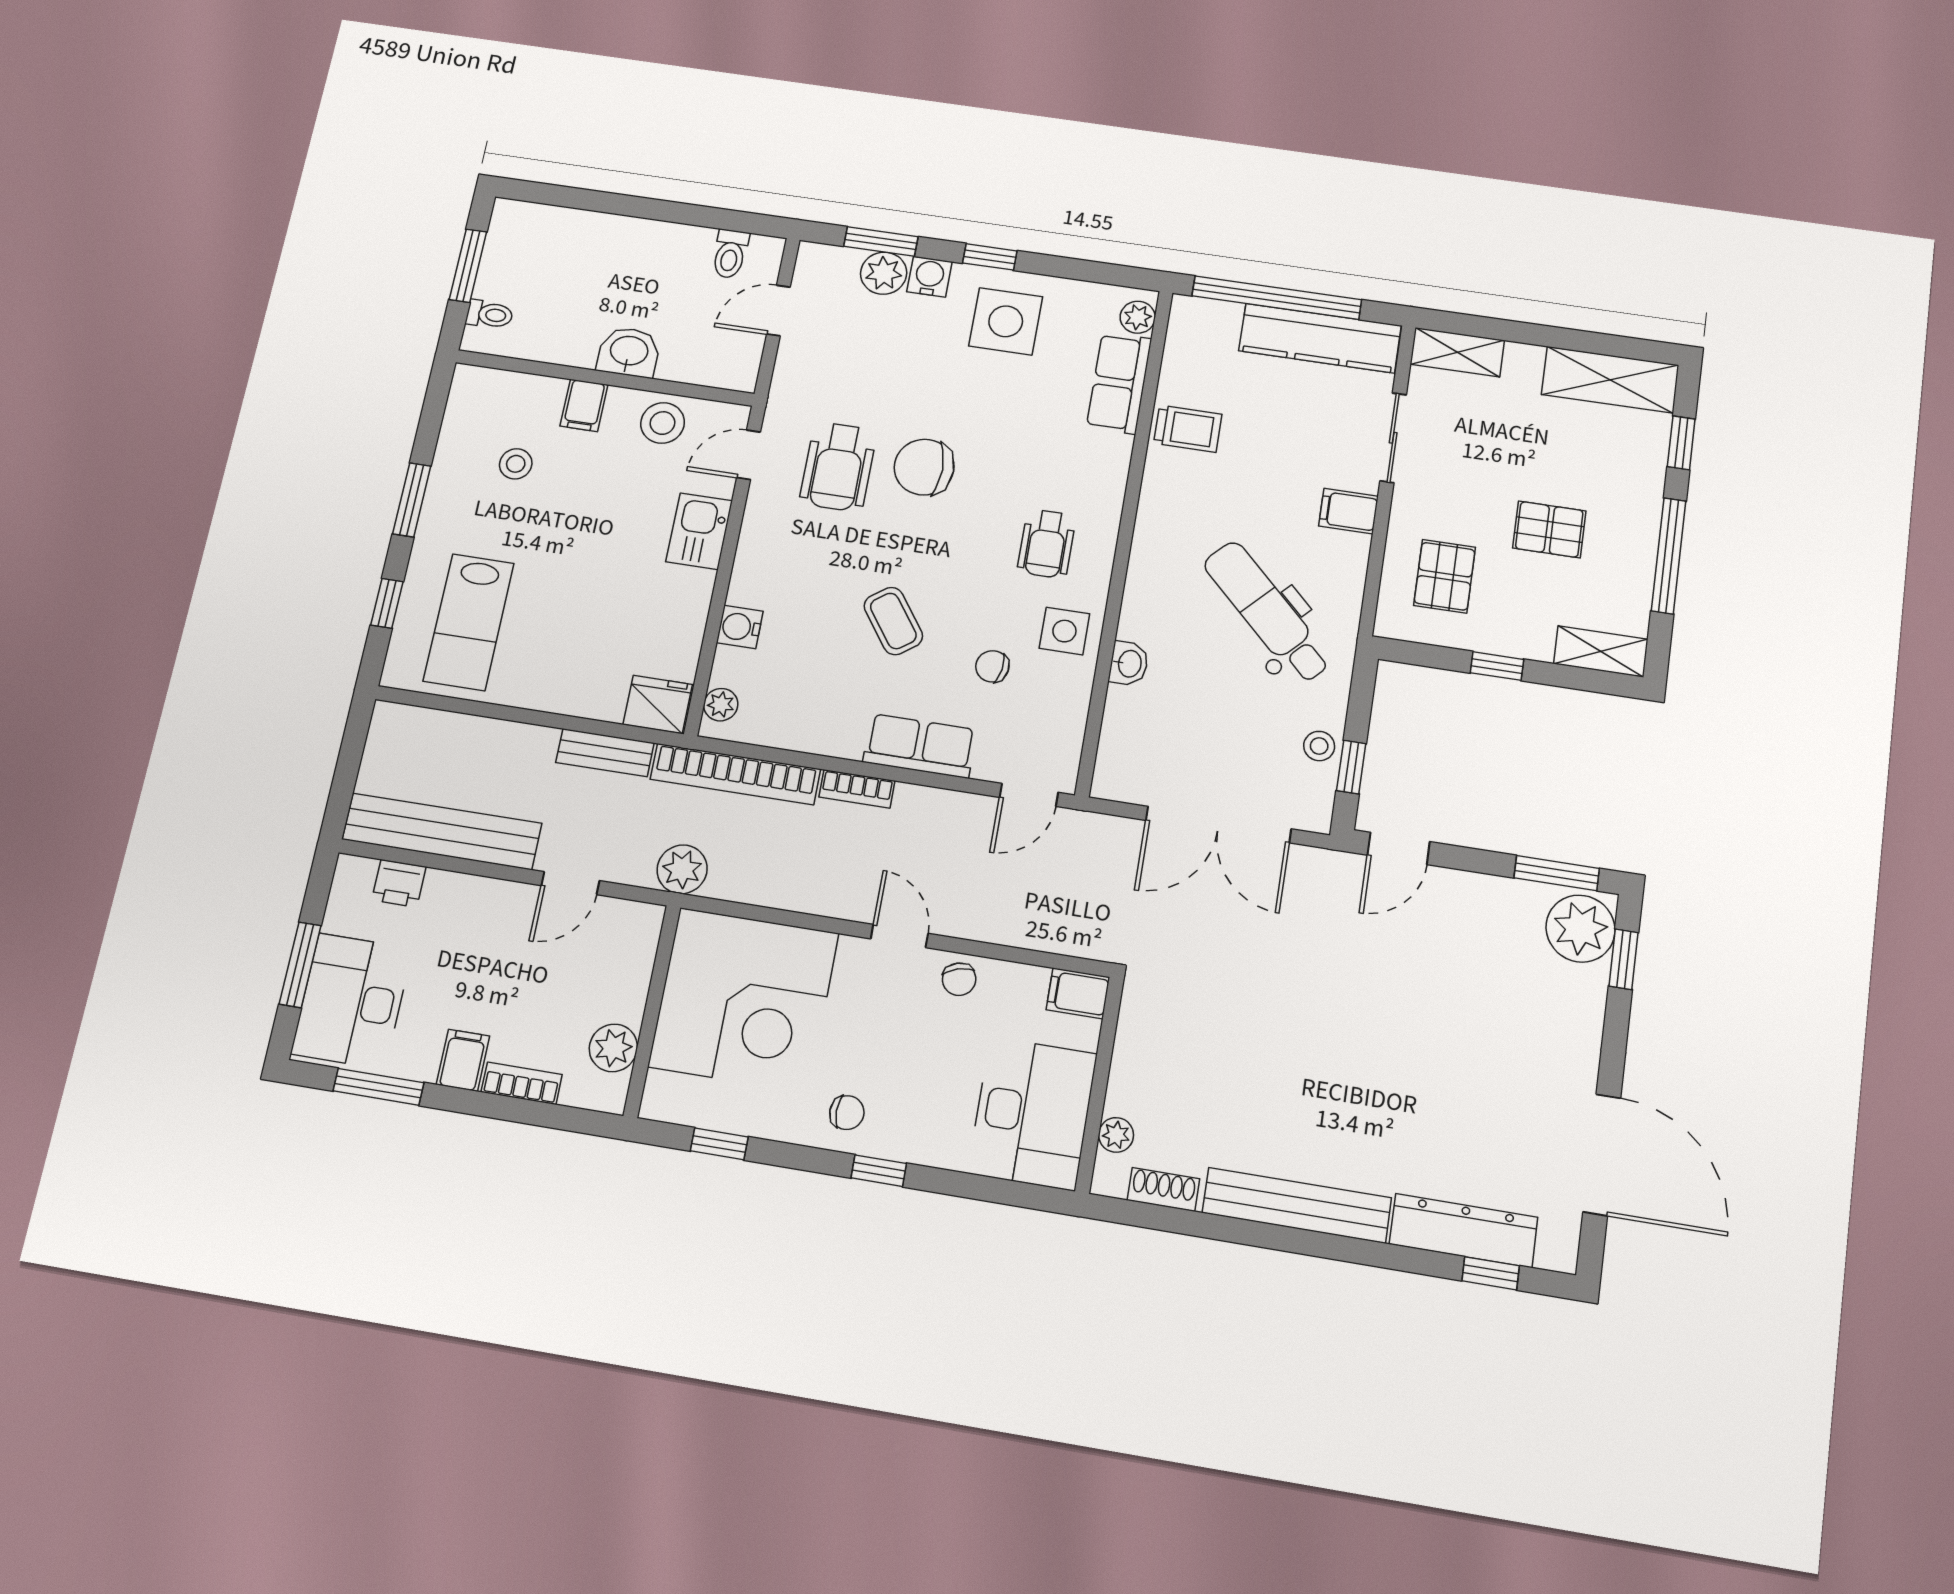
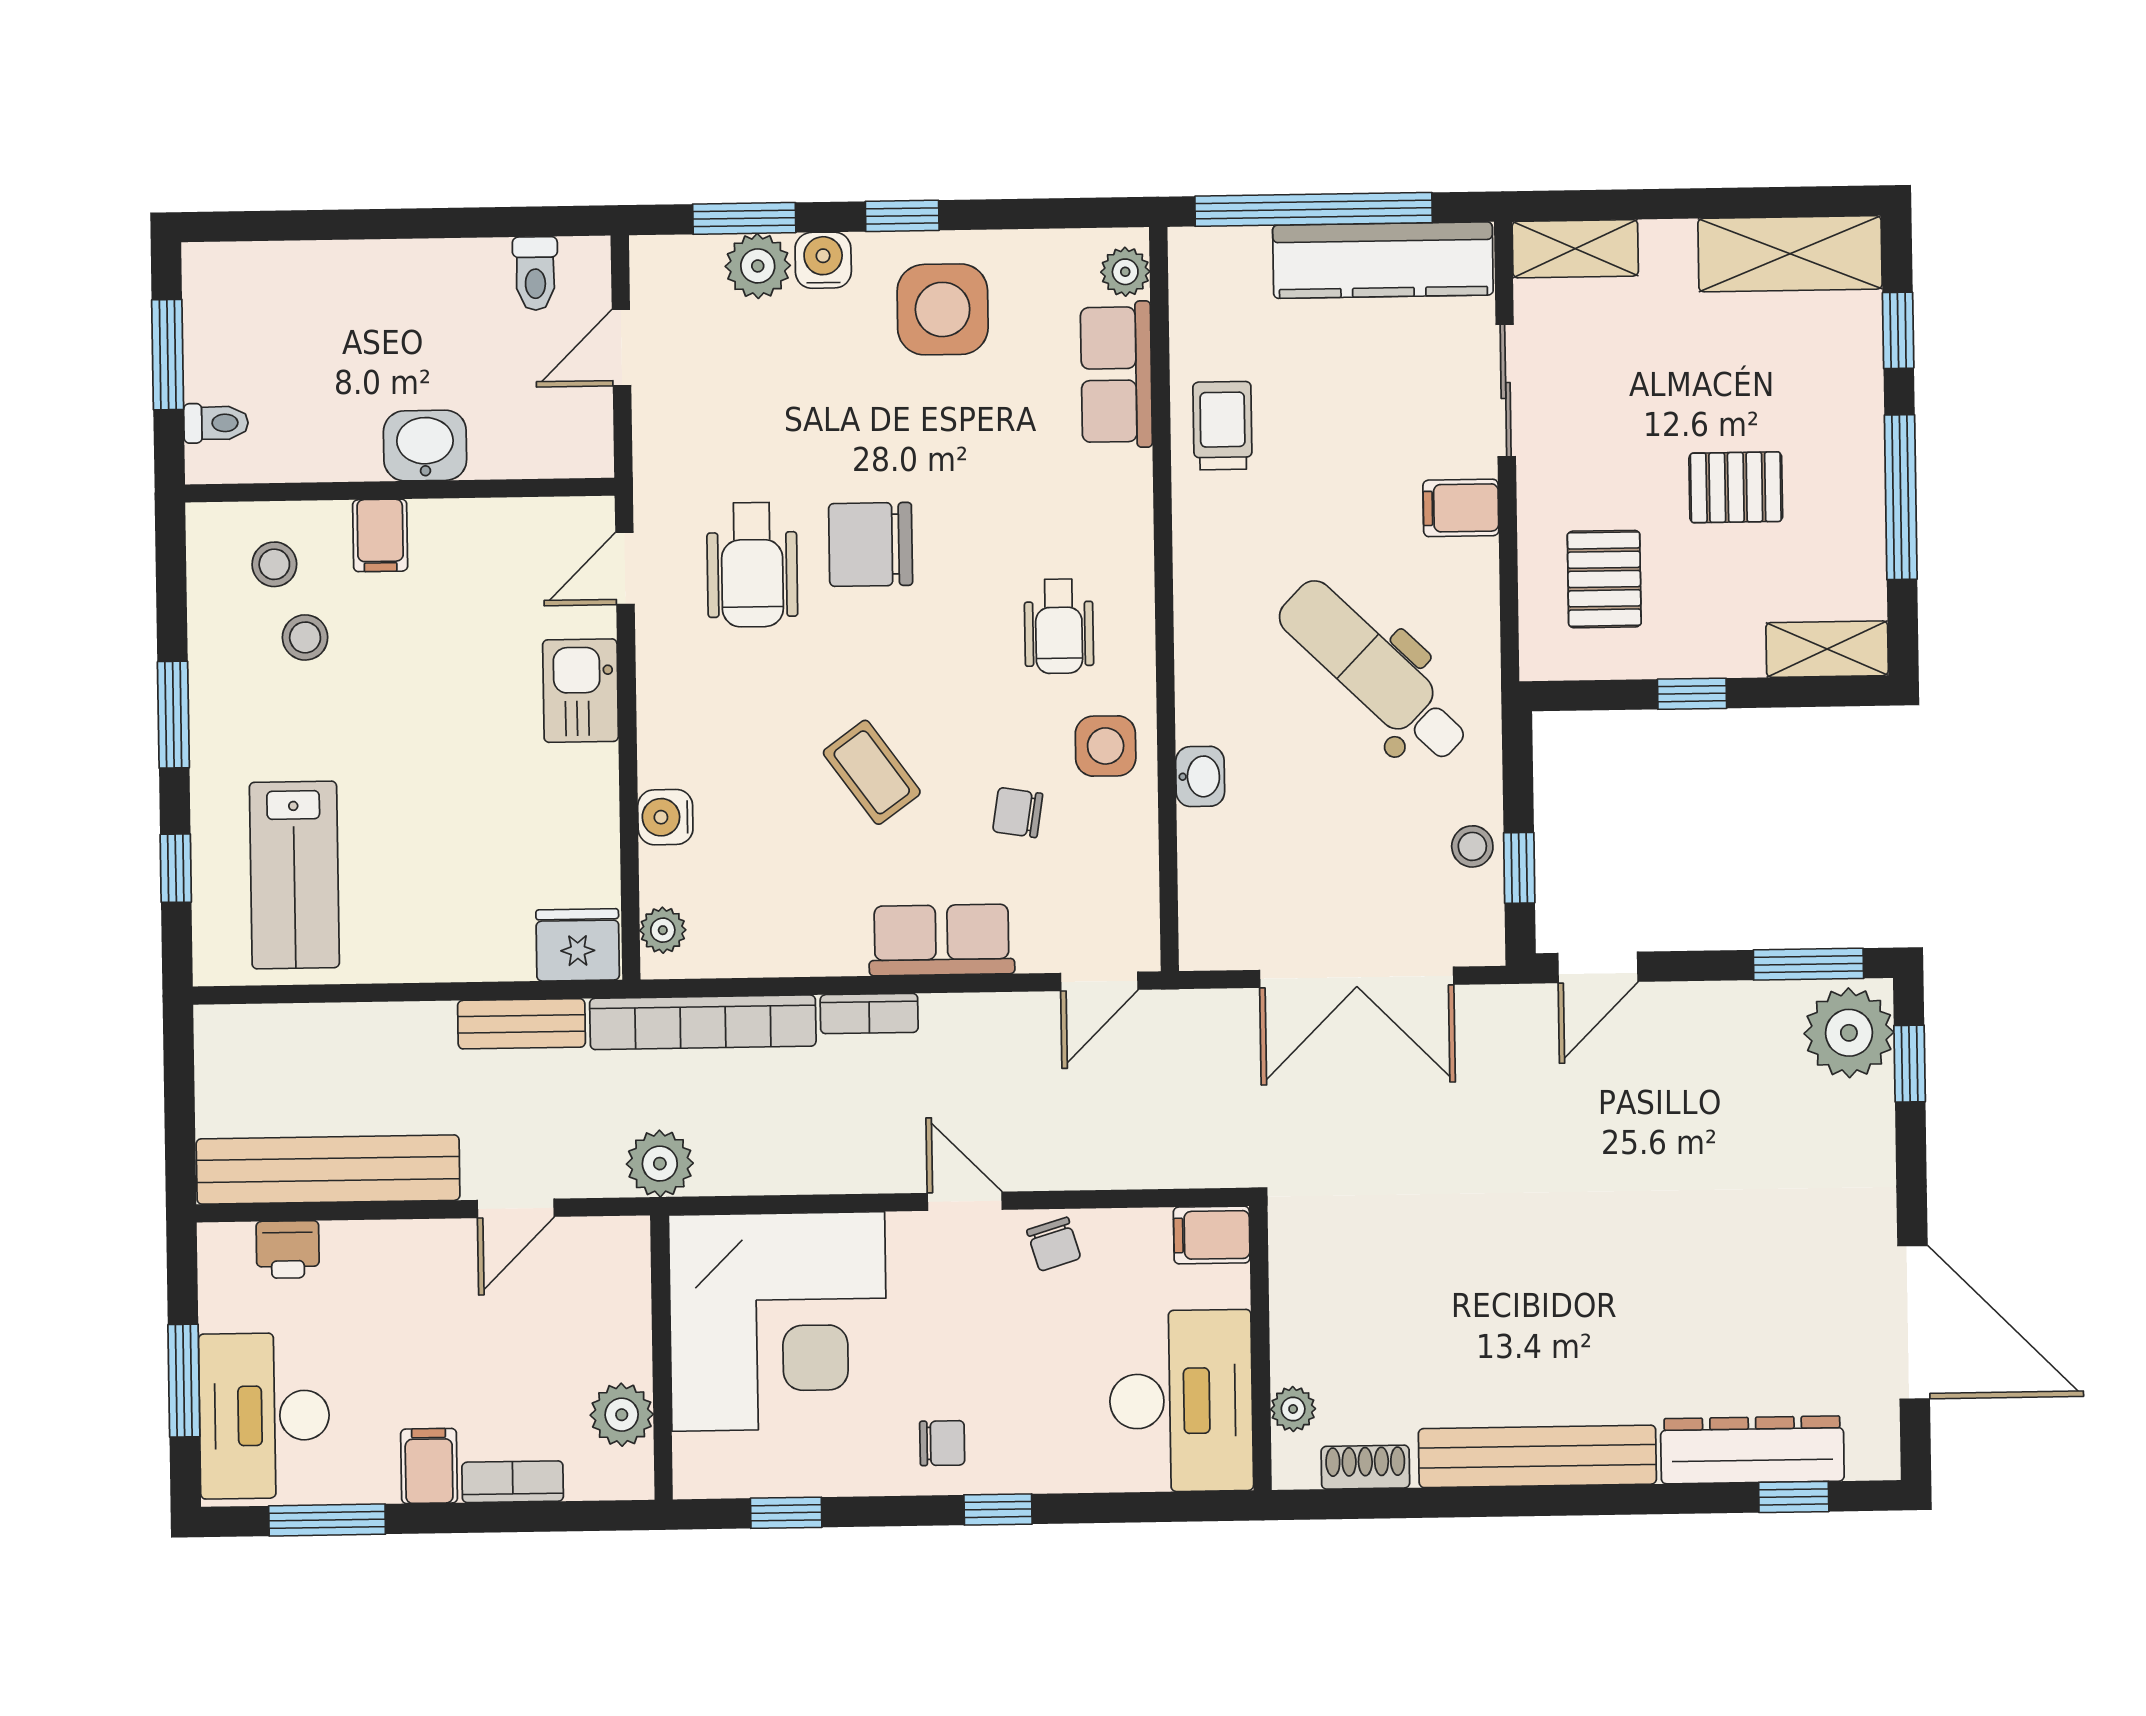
stool: (663, 423) -> (274, 564), moved, width x0.73, depth x0.73
trolley: (1188, 429) -> (1223, 426), turned -90

